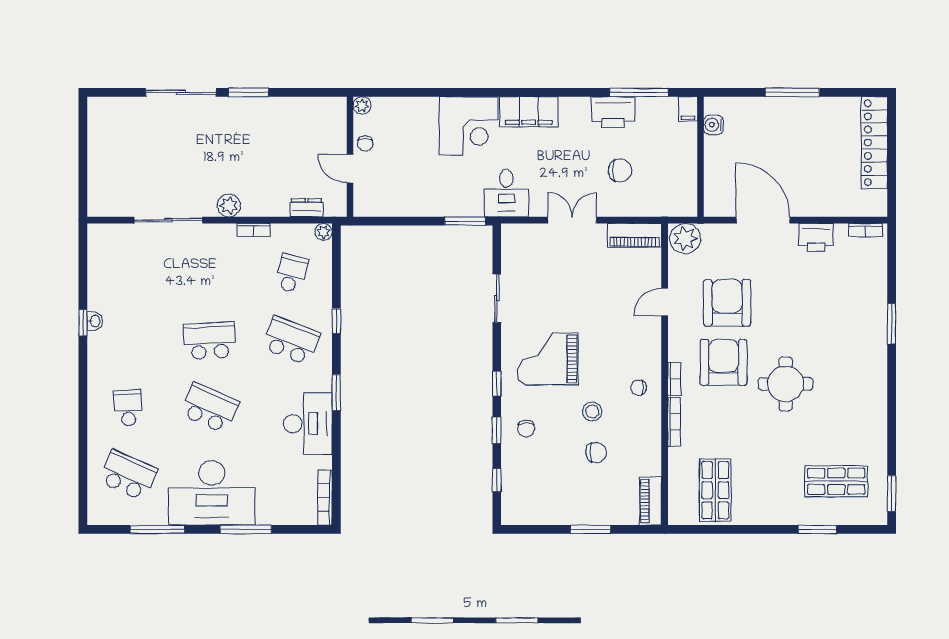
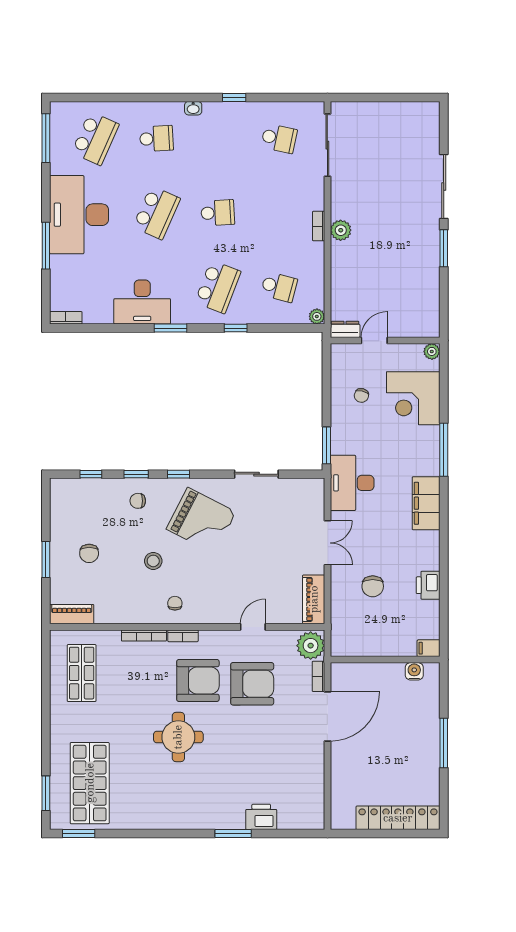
window: (639, 92) -> (444, 450), moved
printer: (613, 112) -> (428, 585), width x0.73, depth x0.84
corner desk: (469, 126) -> (413, 398), moved
chair: (365, 144) -> (361, 395), moved, turned -76
desk: (506, 193) -> (352, 483), width x1.37
dresser: (307, 208) -> (345, 329), moved, turned -90
sliding door: (168, 220) -> (327, 145), moved
bookcase: (254, 230) -> (319, 226), moved
bookcase: (865, 230) -> (318, 676), moved
printer: (816, 237) -> (261, 817), moved, turned 90
school desk: (128, 273) -> (279, 139), added
door: (665, 302) -> (253, 627), hinge flipped
washbasin: (95, 321) -> (193, 108), moved
school desk: (210, 341) -> (218, 213), width x0.54
grand piano: (548, 359) -> (201, 521), turned 117
chair: (596, 453) -> (89, 553), moved
shop shelf: (836, 481) -> (90, 783), width x1.43, depth x1.36
shop shelf: (715, 490) -> (82, 673), turned 90
bookcase: (325, 498) -> (66, 318), width x0.64
window: (157, 529) -> (46, 138), moved
window: (818, 529) -> (46, 793), moved

